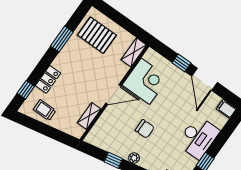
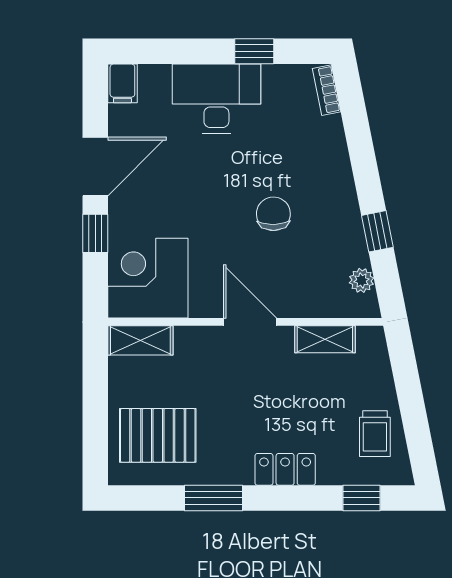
pallet: (97, 35) -> (158, 435), turned 90
locker: (48, 79) -> (285, 469), moved
corner desk: (145, 81) -> (148, 278), moved
plant: (134, 158) -> (361, 280), moved

